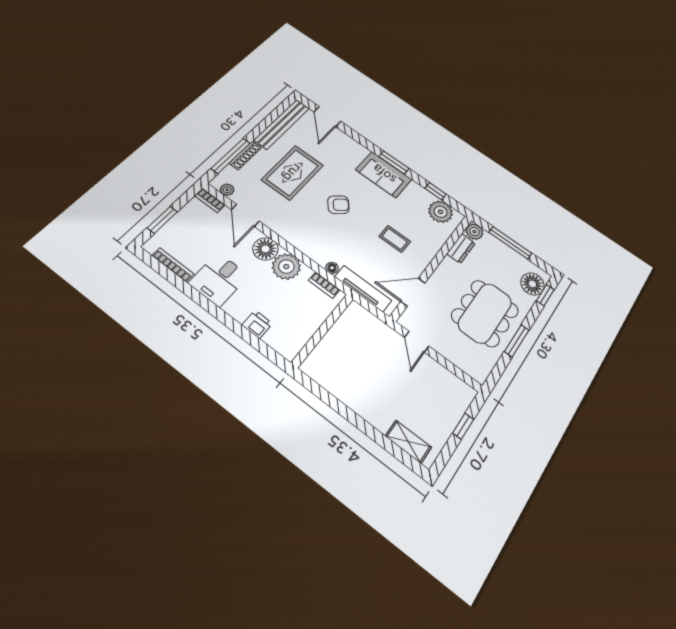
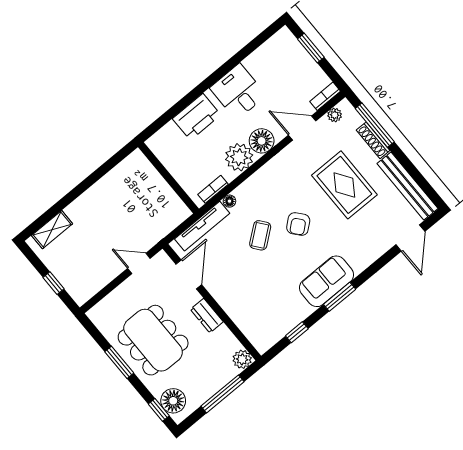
door: (327, 117) -> (410, 238), swing flipped
plant: (441, 212) -> (271, 330), removed
coffee table: (395, 239) -> (260, 235), moved, turned -38
dresser: (461, 248) -> (207, 316), moved
bookcase: (173, 265) -> (261, 52), removed
printer: (257, 324) -> (197, 117), width x1.87, depth x1.48

